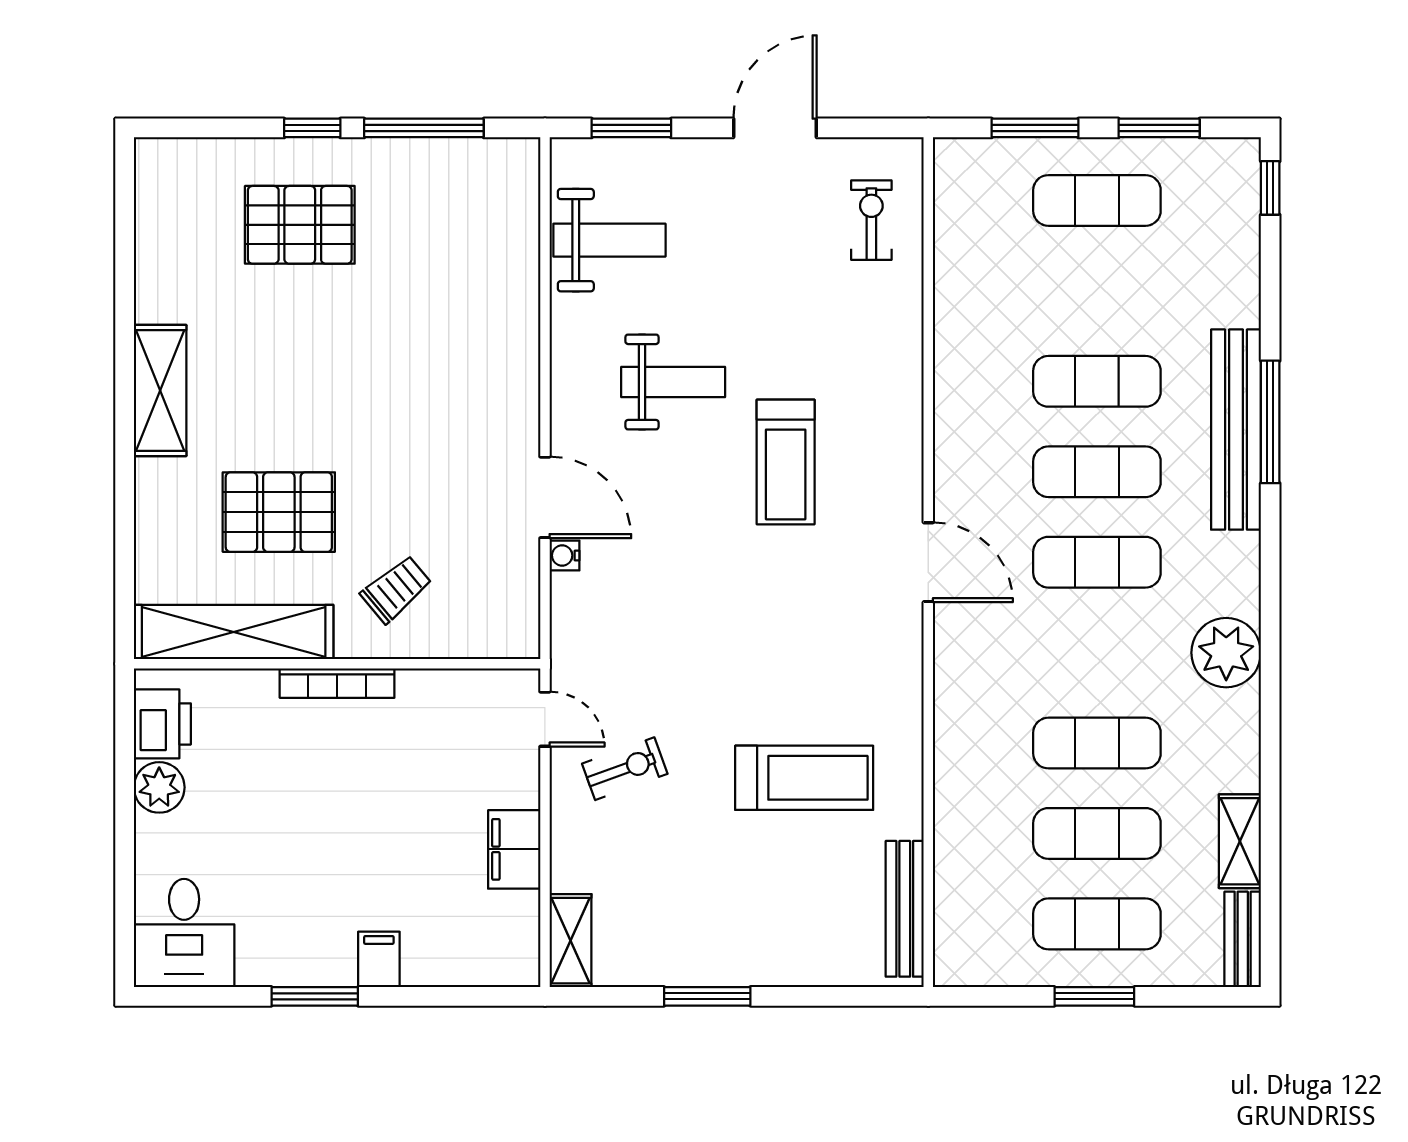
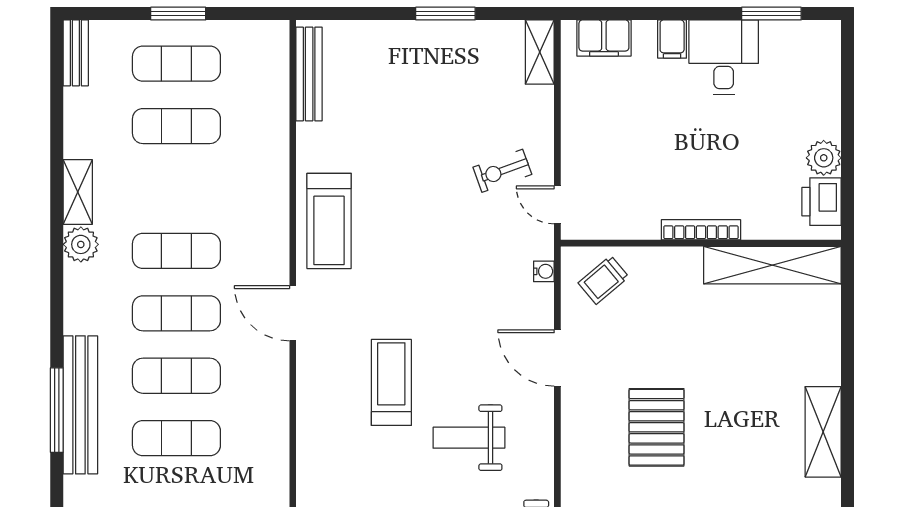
pallet: (279, 512) -> (657, 427), moved, turned 90
water cooler: (565, 555) -> (544, 271), moved
trolley: (396, 589) -> (603, 280), moved
plant: (1226, 653) -> (81, 244), width x0.73, depth x0.73
exercise mat: (1097, 743) -> (176, 251), moved
treadmill: (804, 778) -> (329, 221), moved, turned -90
shelving: (1240, 841) -> (78, 192), moved
filing cabinet: (514, 849) -> (604, 38), moved, turned 90
desk: (184, 933) -> (724, 57), moved
window: (315, 996) -> (771, 14), moved

